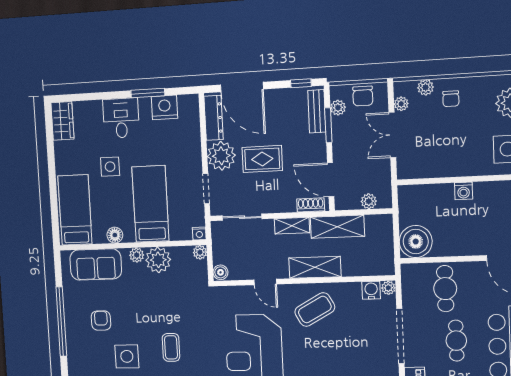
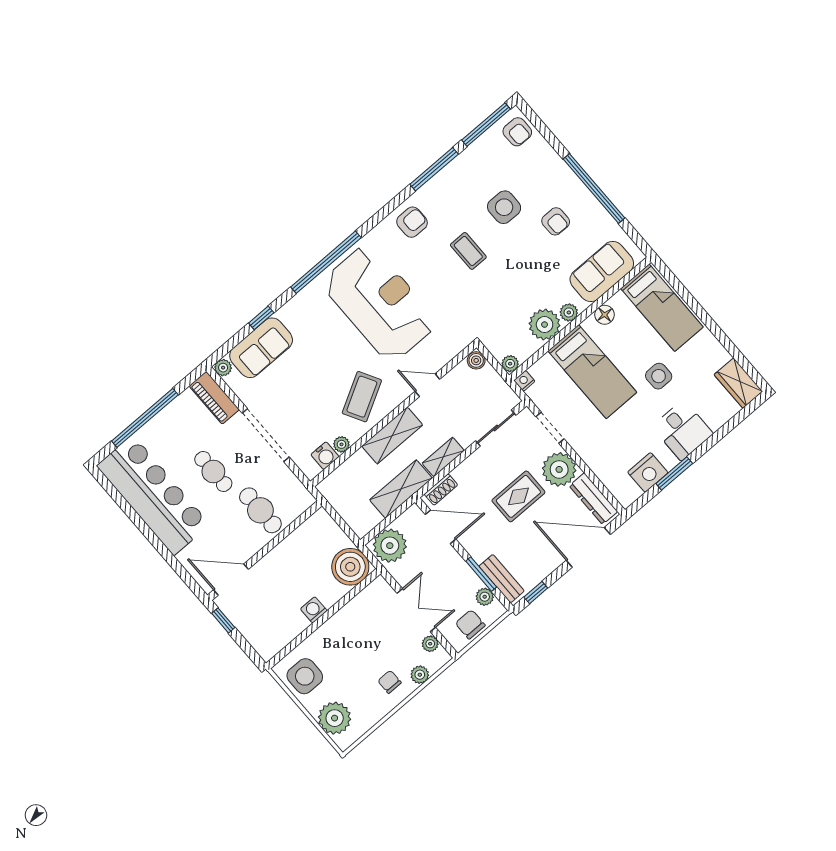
plant: (369, 201) -> (390, 546), width x1.88, depth x1.88
boiler: (416, 242) -> (350, 567), moved
plant: (388, 288) -> (341, 444), moved

